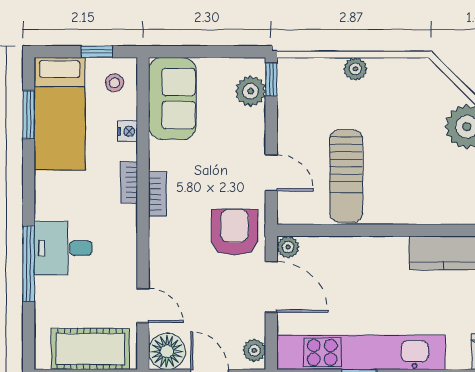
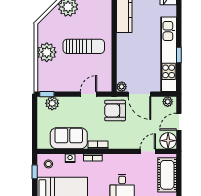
plant: (355, 69) -> (47, 52), width x1.87, depth x1.87
sofa: (172, 99) -> (69, 138), moved
sun lounger: (346, 176) -> (84, 46), moved
door: (271, 287) -> (139, 94), swing flipped

